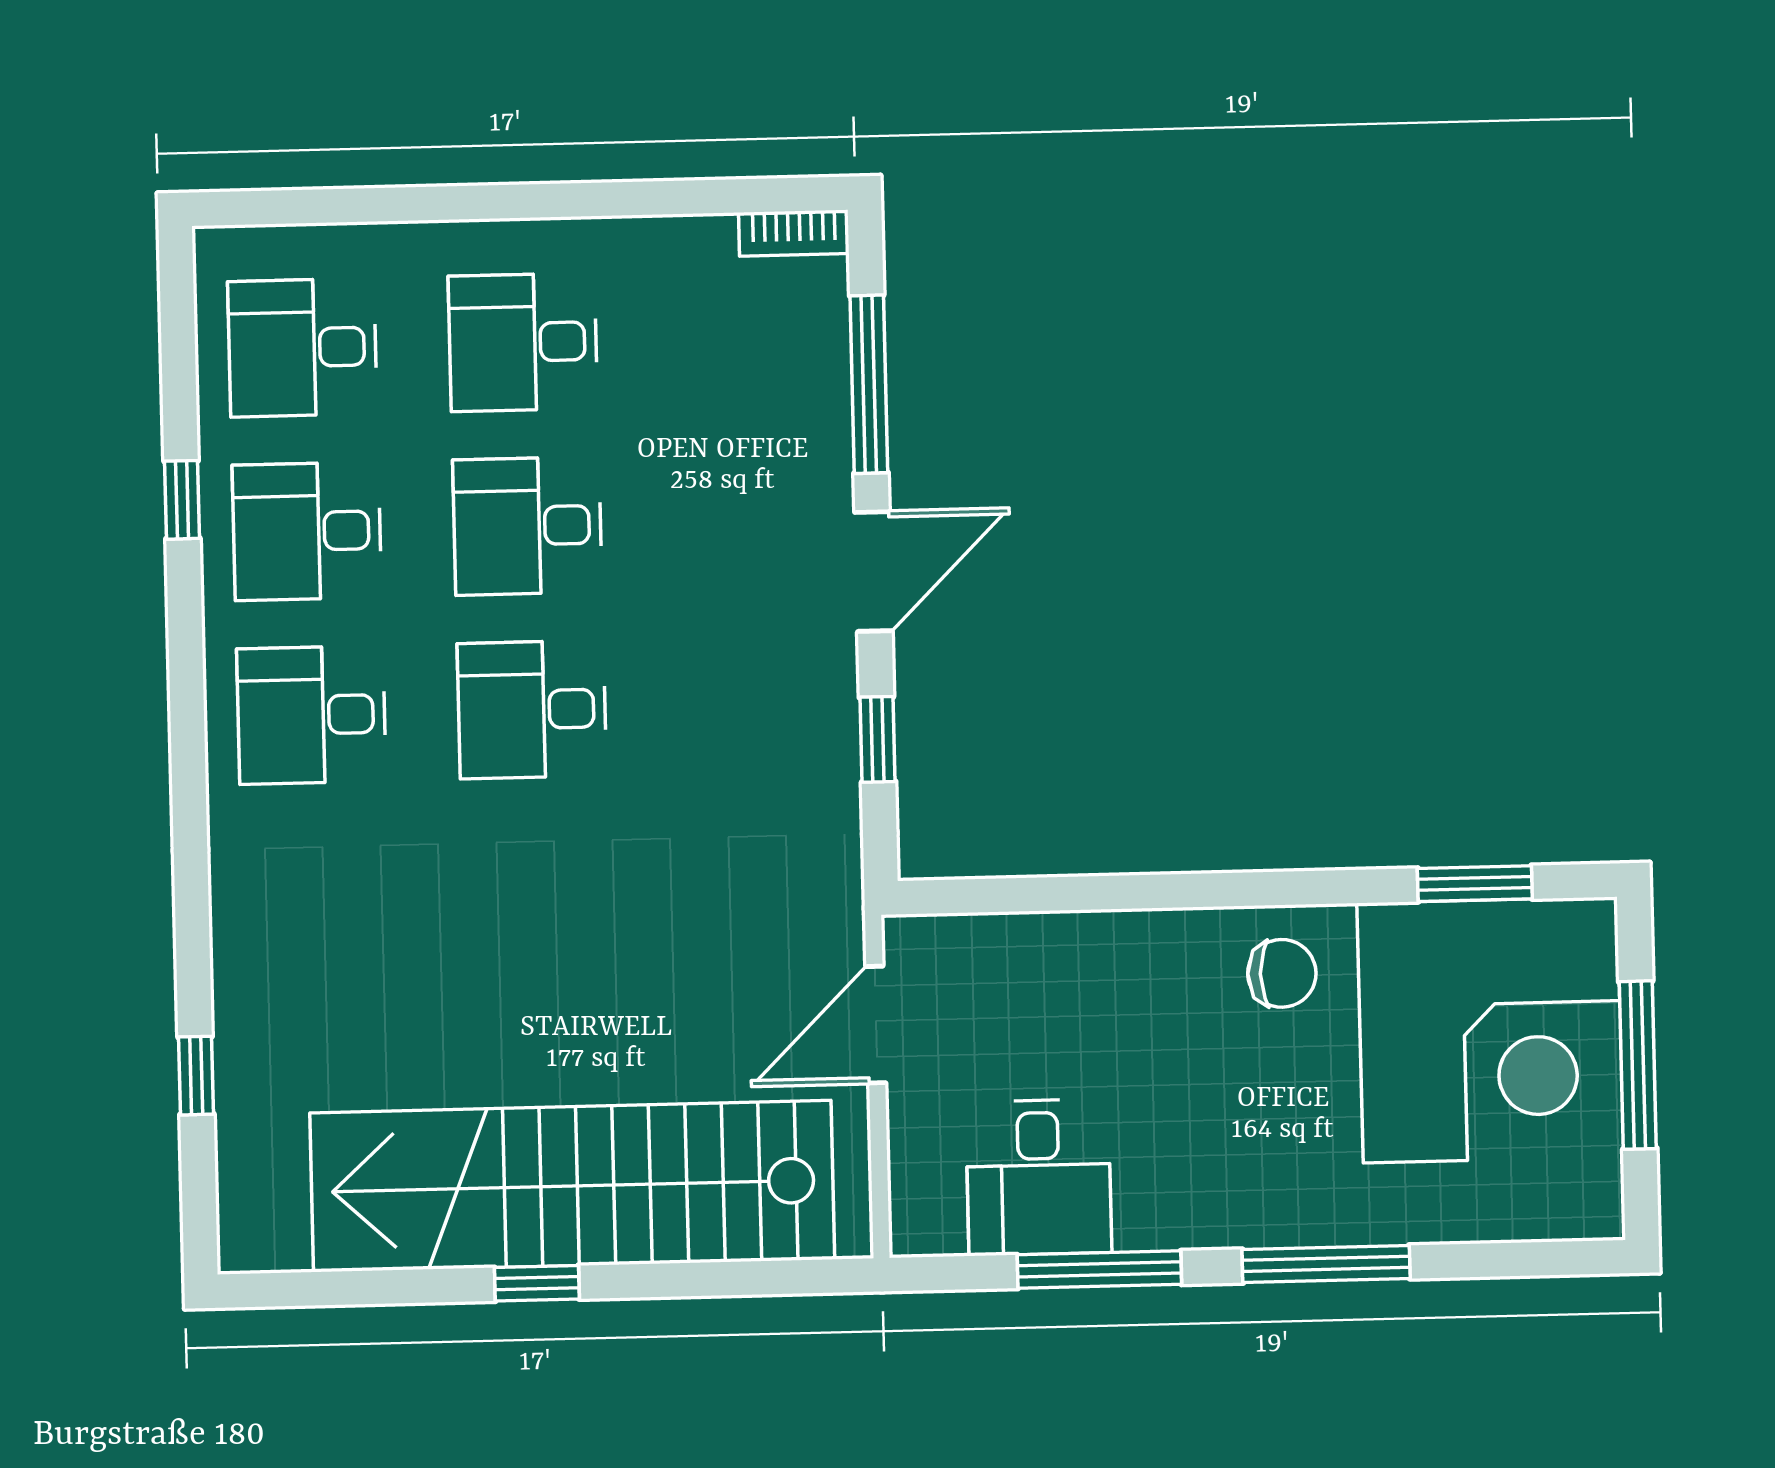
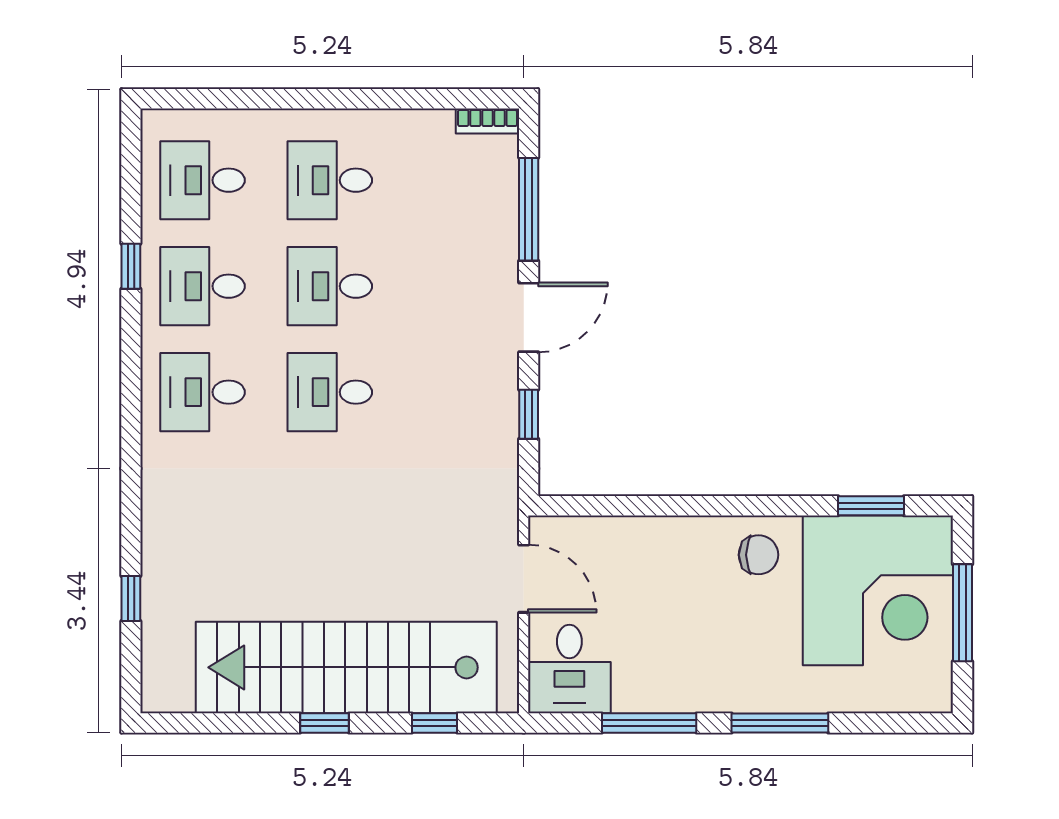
door: (876, 1025) -> (524, 579), swing flipped
desk: (1039, 1177) -> (569, 669), moved
window: (727, 1279) -> (434, 723), added

